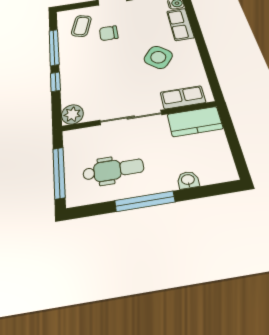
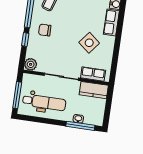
chair: (109, 33) -> (45, 30), moved
dental chair: (113, 170) -> (44, 102), width x1.36, depth x1.38
window: (145, 201) -> (80, 126), moved

